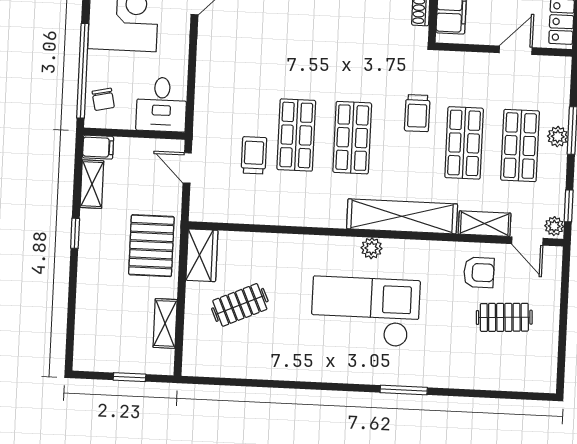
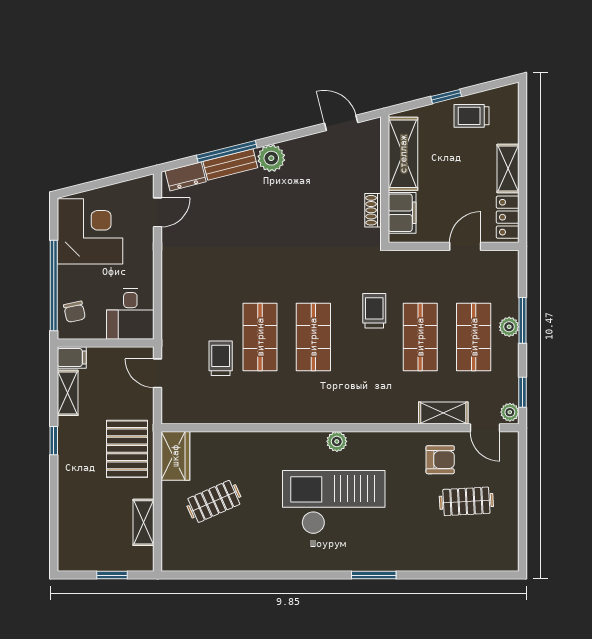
trolley: (417, 113) -> (374, 311), turned 180
shelving: (402, 216) -> (364, 410), removed

